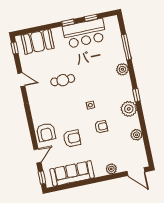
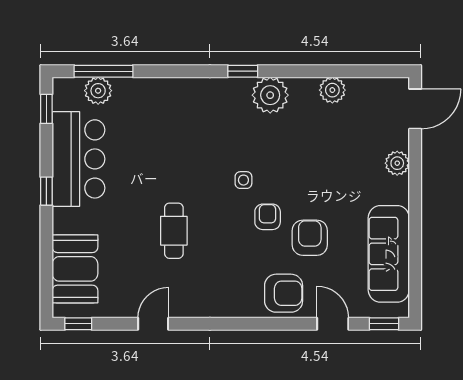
window: (91, 18) -> (46, 109), moved
window: (126, 47) -> (104, 71), moved
plant: (122, 69) -> (98, 91), moved
armchair: (101, 127) -> (268, 217), moved

